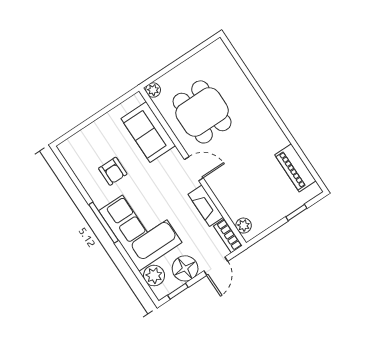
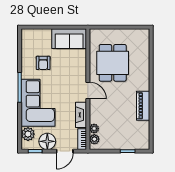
plant: (153, 90) -> (94, 129), moved
sofa: (148, 132) -> (69, 39), moved, turned -90
piano: (295, 168) -> (143, 106), moved

